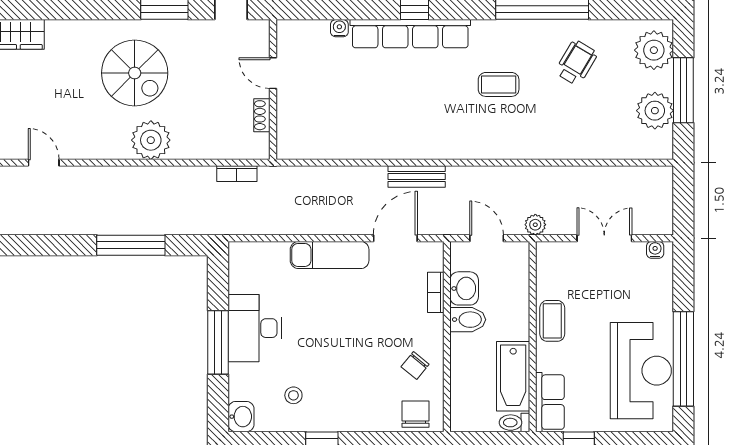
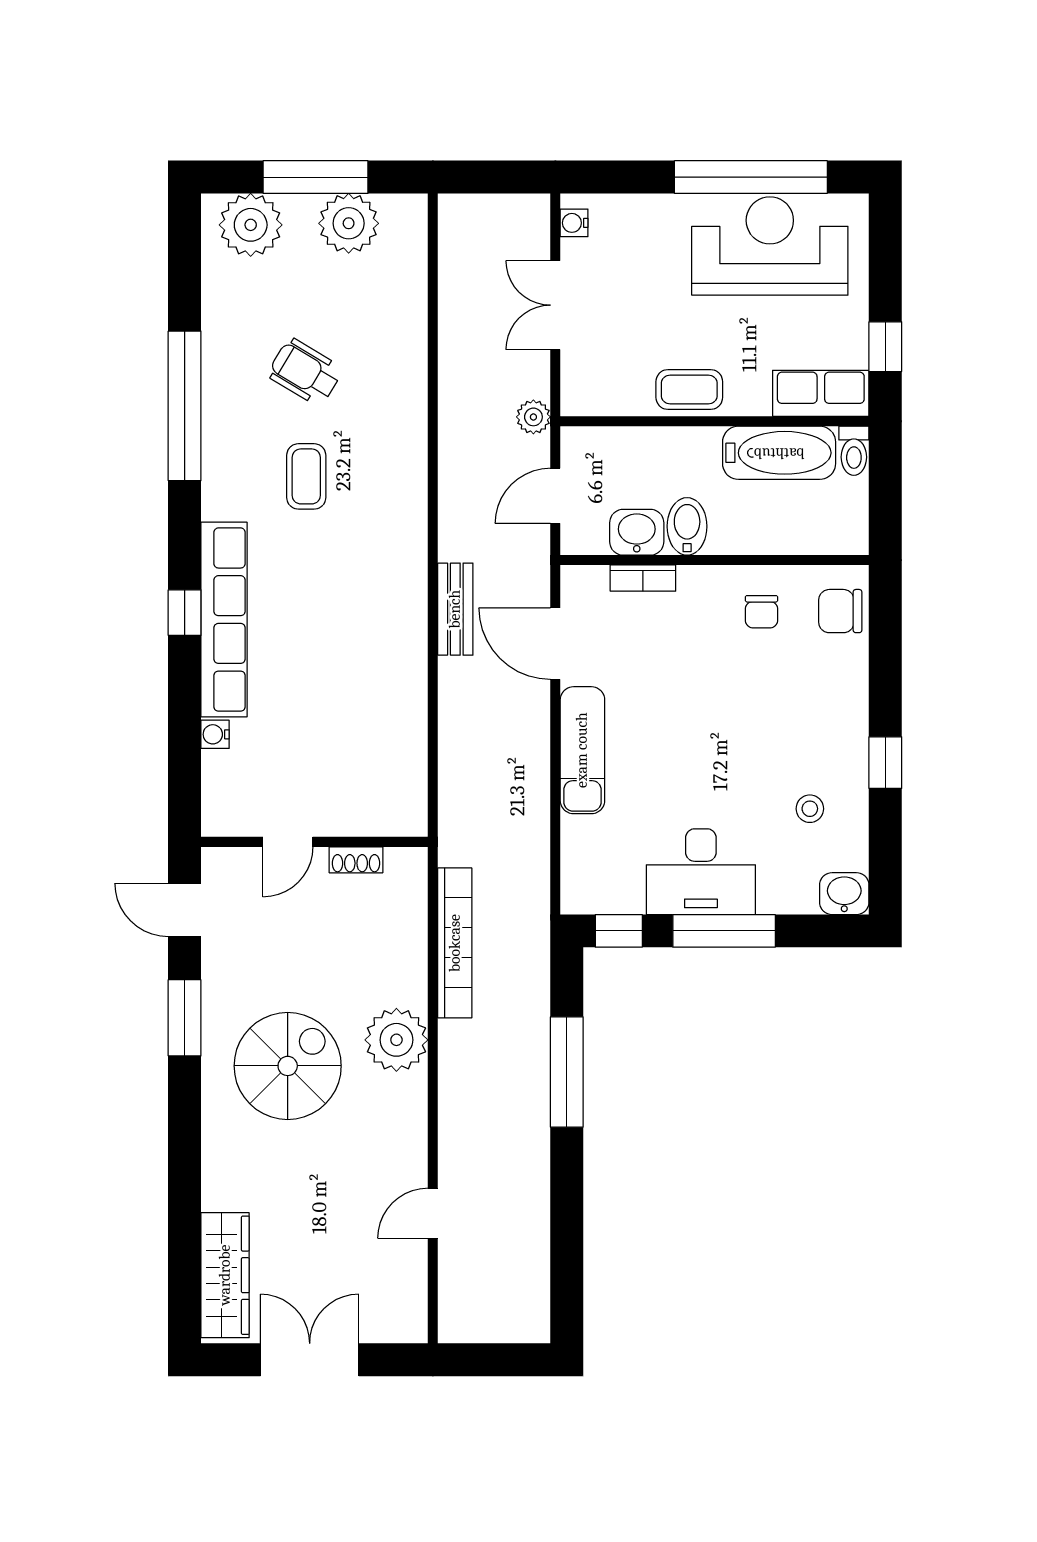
wheelchair: (576, 63) -> (305, 372), moved
bookcase: (237, 174) -> (455, 943), width x2.31, depth x1.31
window: (218, 277) -> (619, 931), added
chair: (415, 365) -> (762, 612), turned 51

